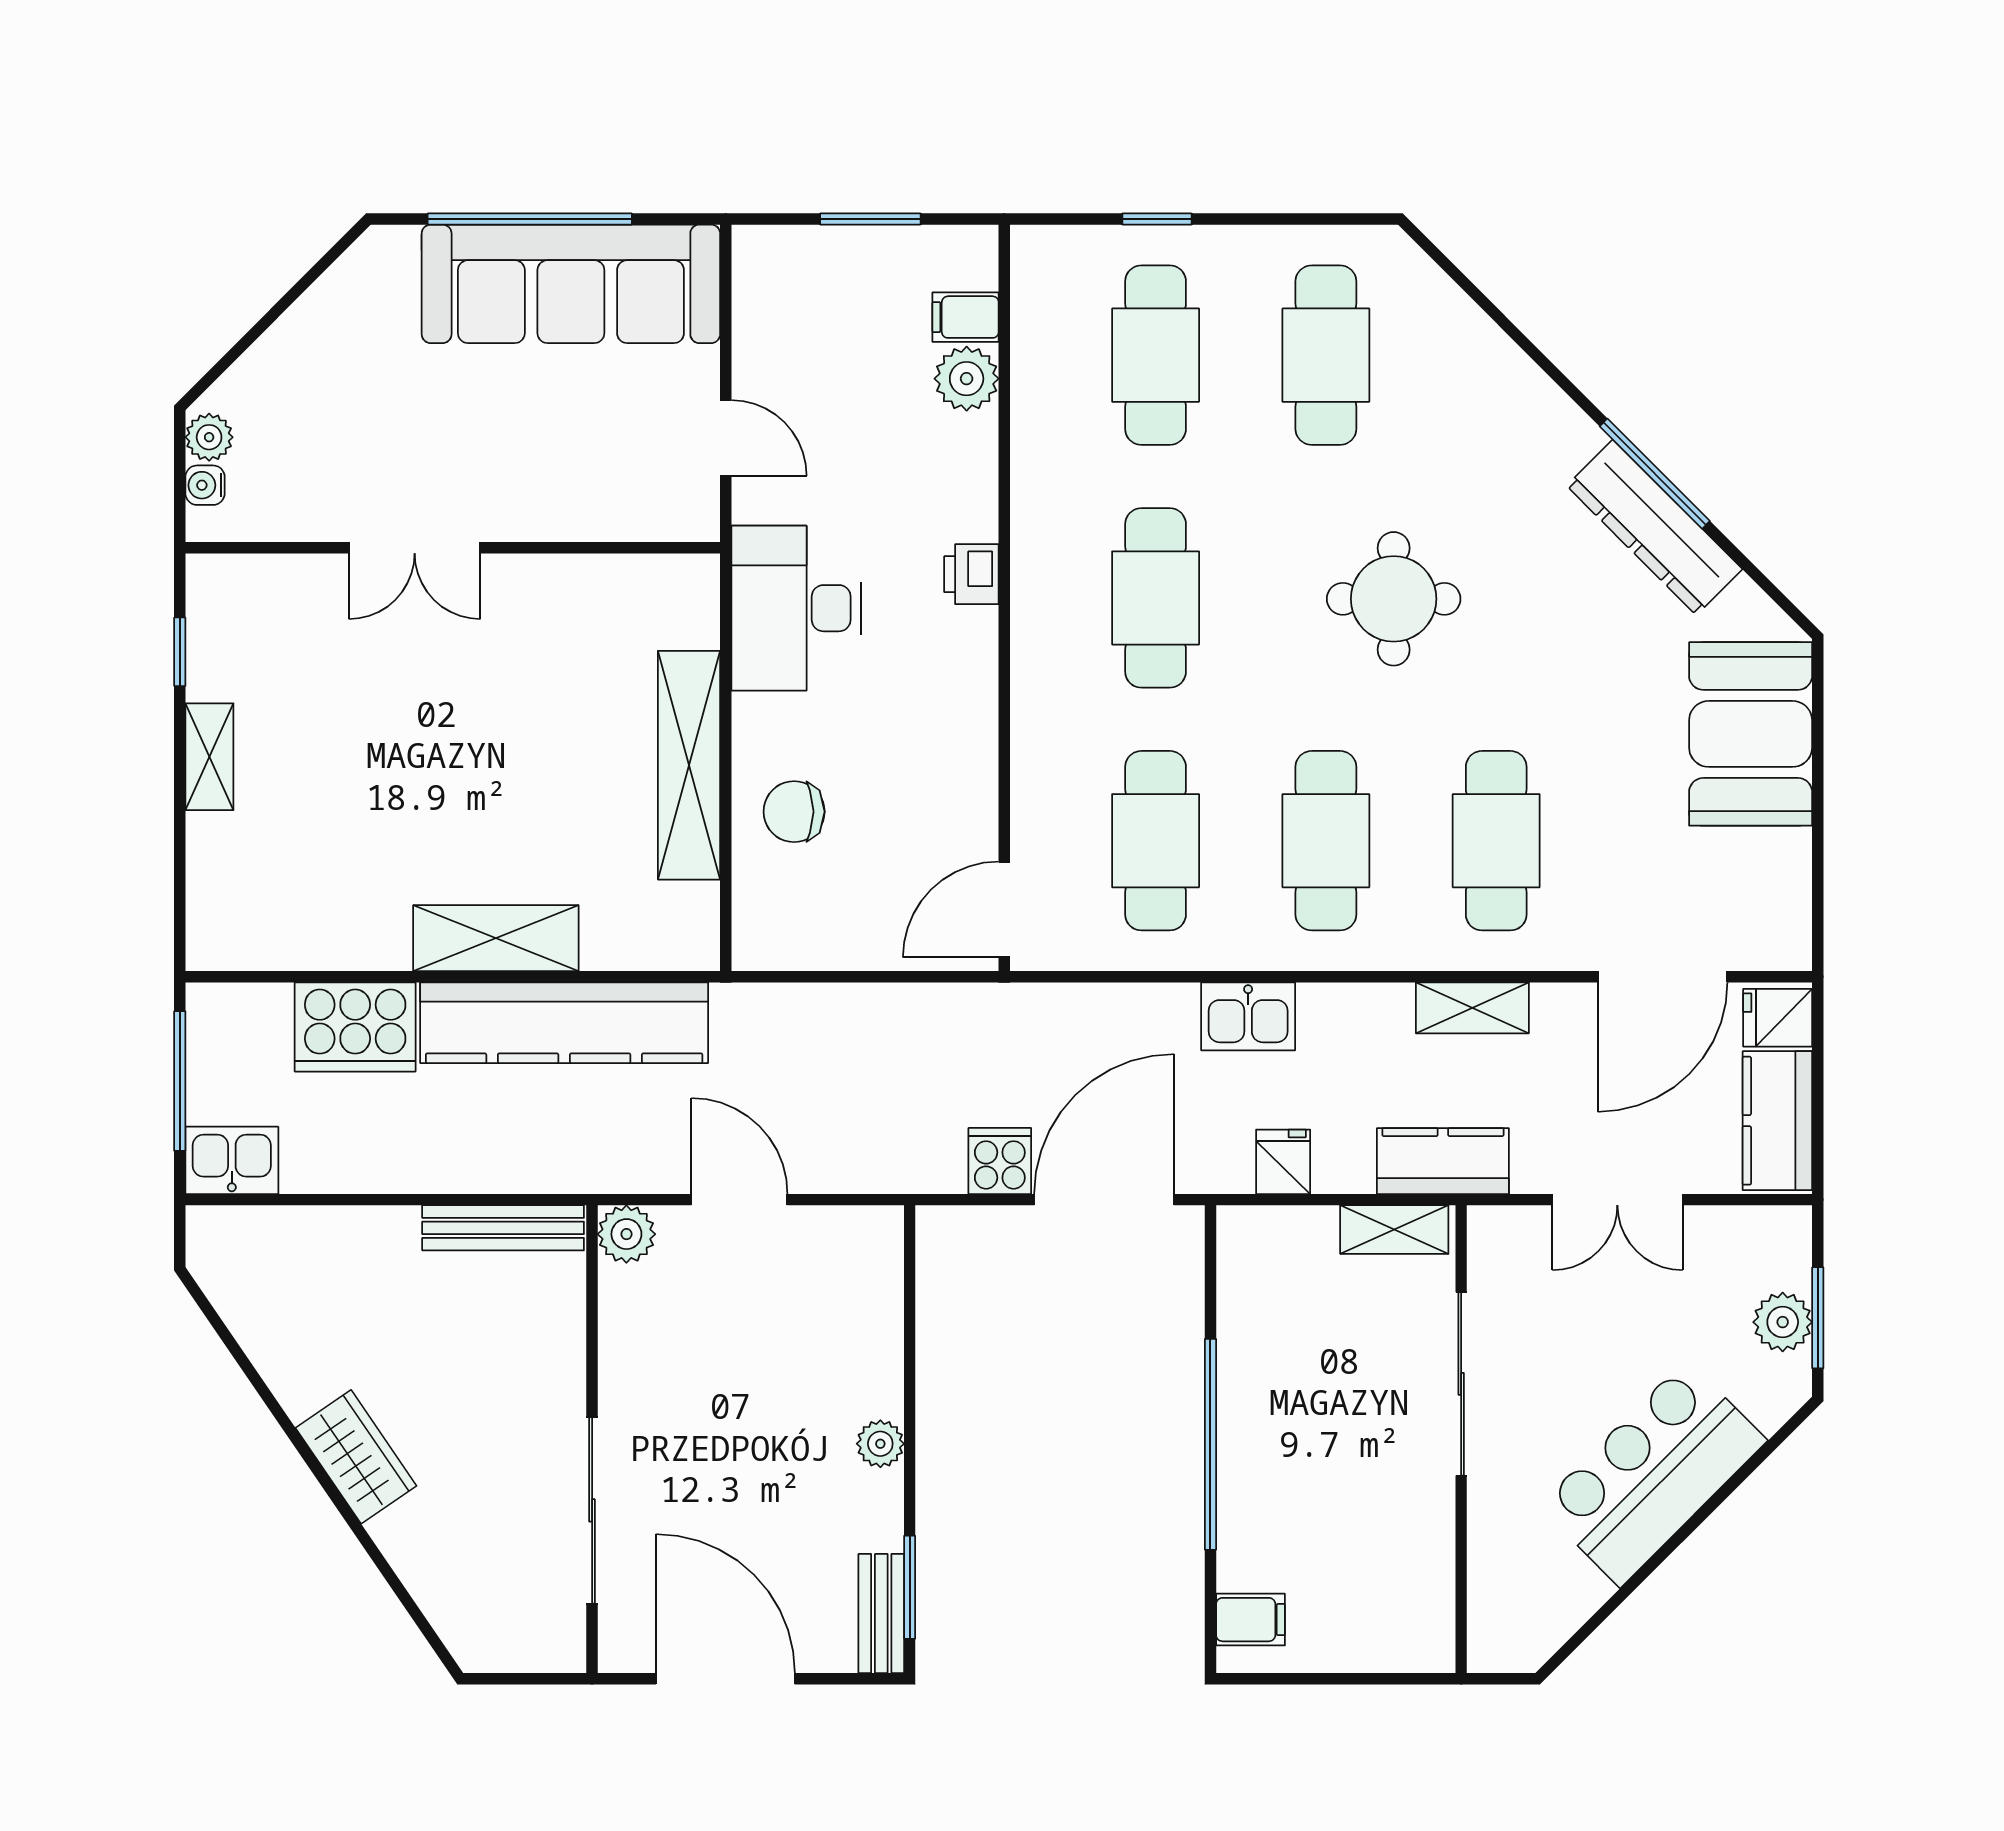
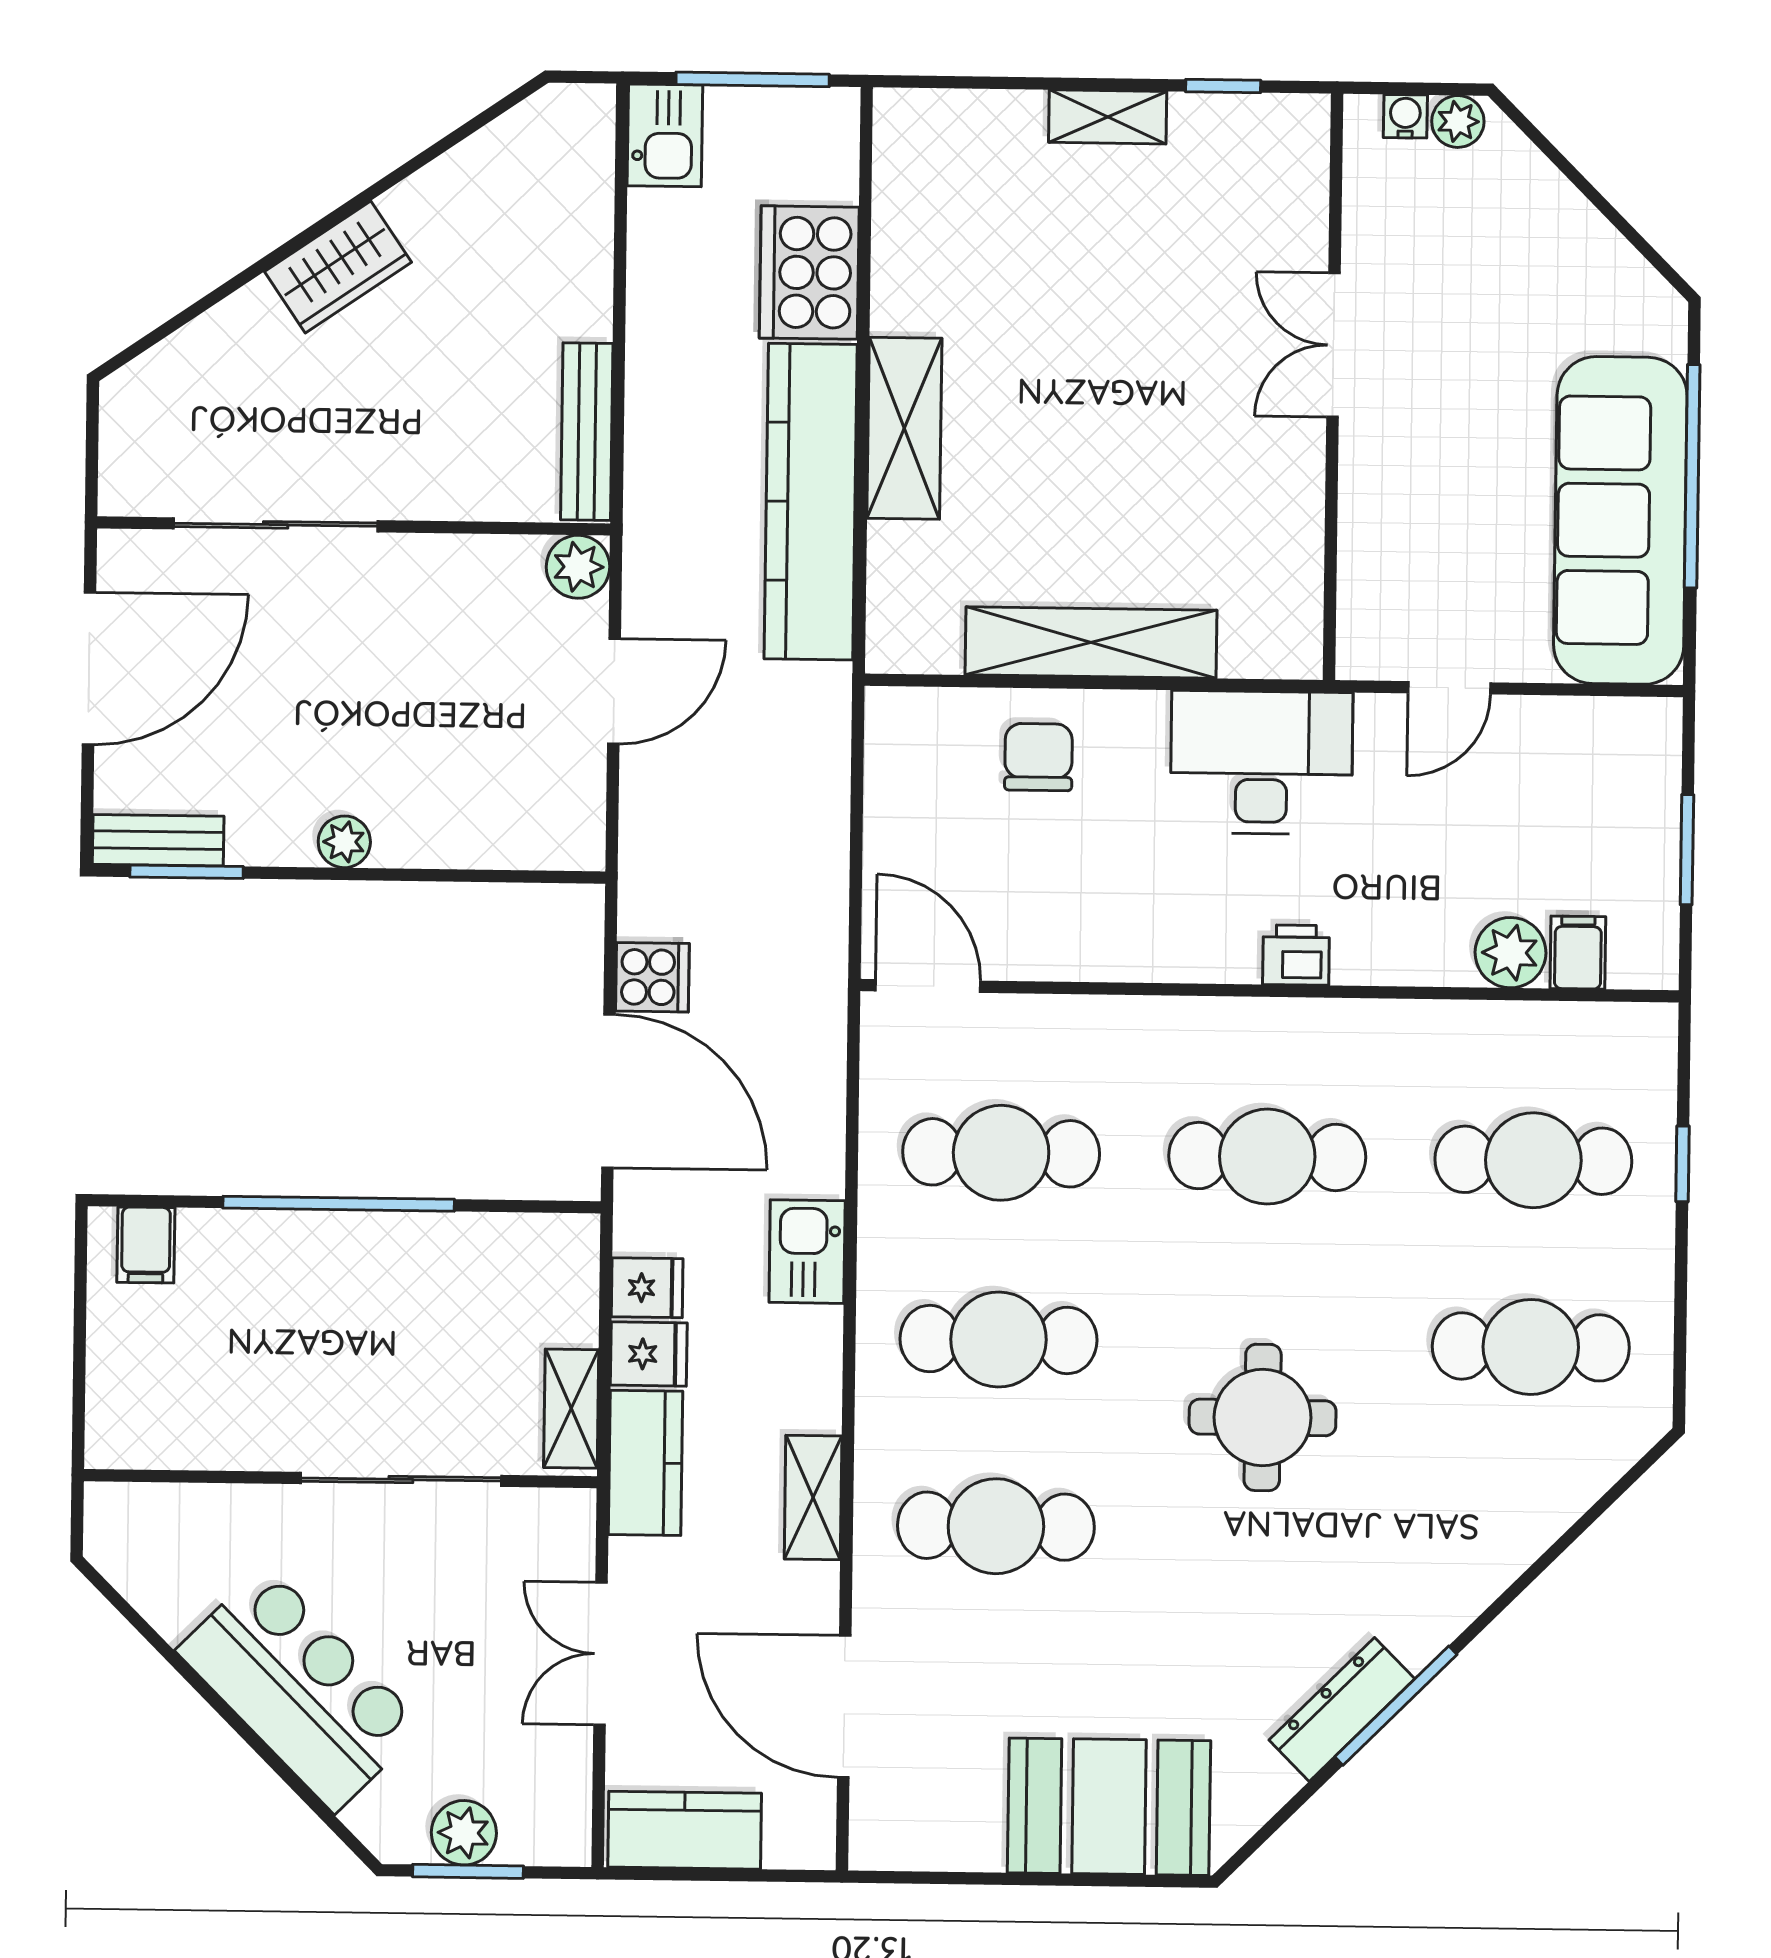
dresser: (1654, 527) -> (1342, 1709), width x0.73, depth x0.80
fridge: (1778, 1018) -> (649, 1354), moved, turned 90

